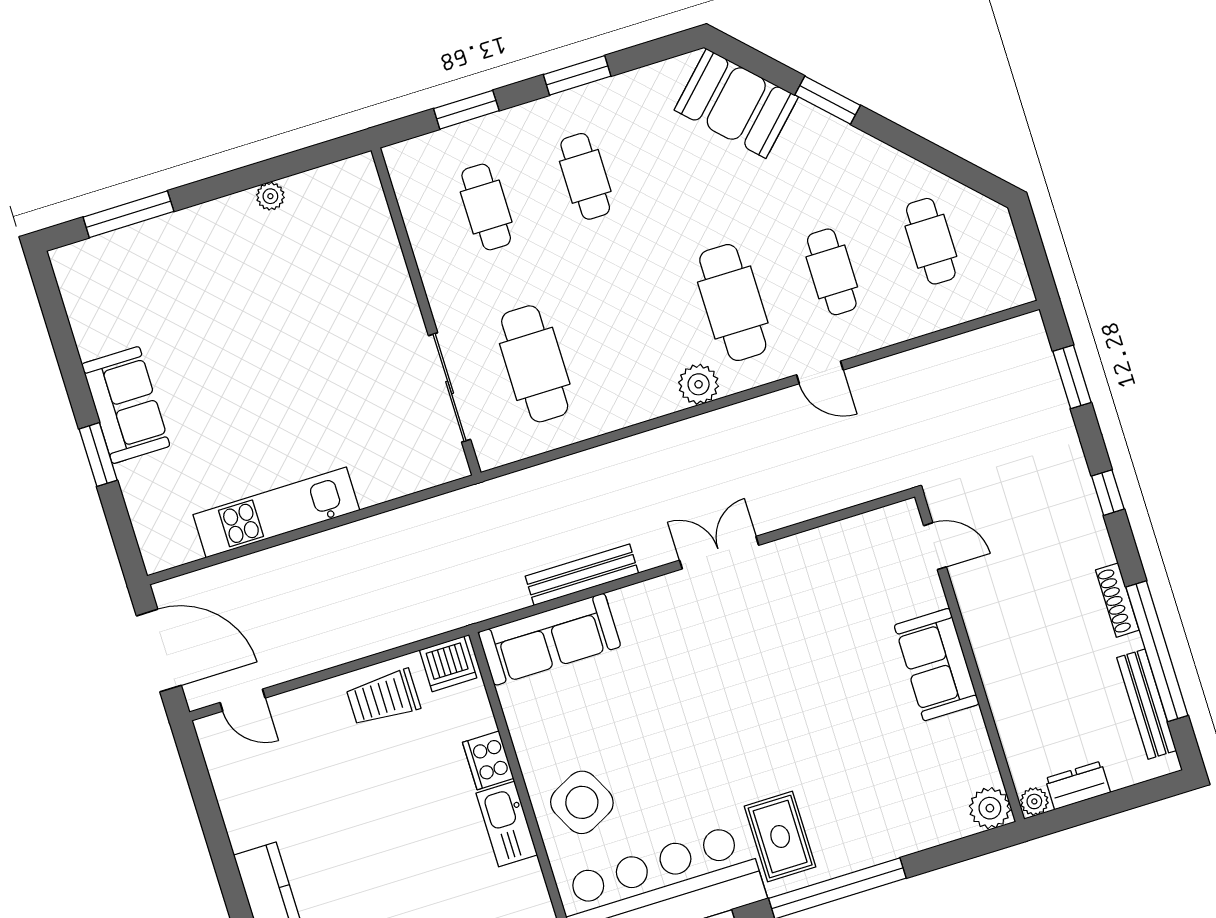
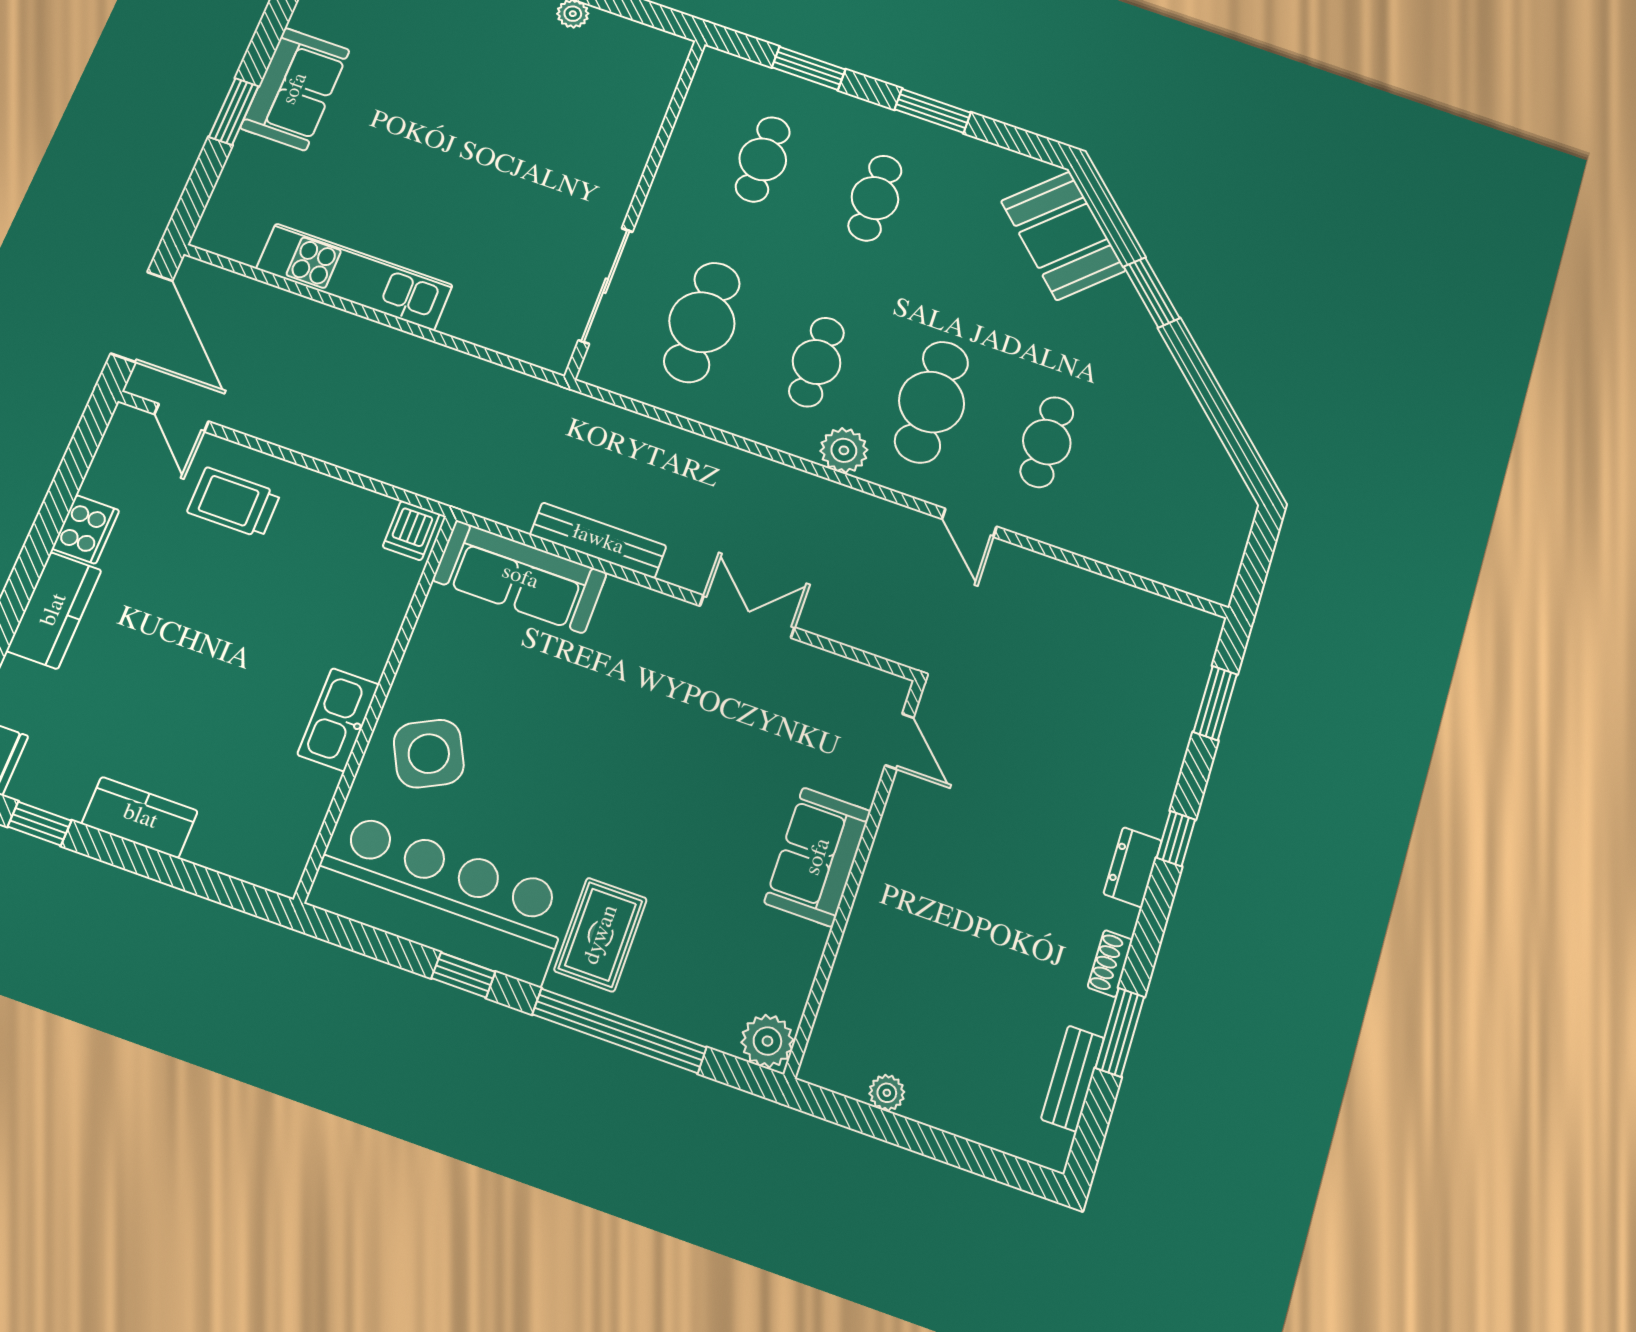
cafe table: (931, 241) -> (817, 362), moved
door: (935, 546) -> (899, 741), moved
shoe rack: (1117, 600) -> (1110, 964), width x0.70
window: (1157, 651) -> (1120, 1032), width x0.47
wall: (970, 658) -> (856, 875), moved
dishwasher: (448, 664) -> (411, 531), width x0.73
sofa: (937, 665) -> (818, 857), moved
trolley: (383, 698) -> (234, 503), moved
bench: (1147, 704) -> (1073, 1078), width x0.73
cooker: (488, 760) -> (86, 529), moved, turned 180
dresser: (1078, 785) -> (1133, 867), moved, turned -90
plant: (990, 808) -> (767, 1041), moved

